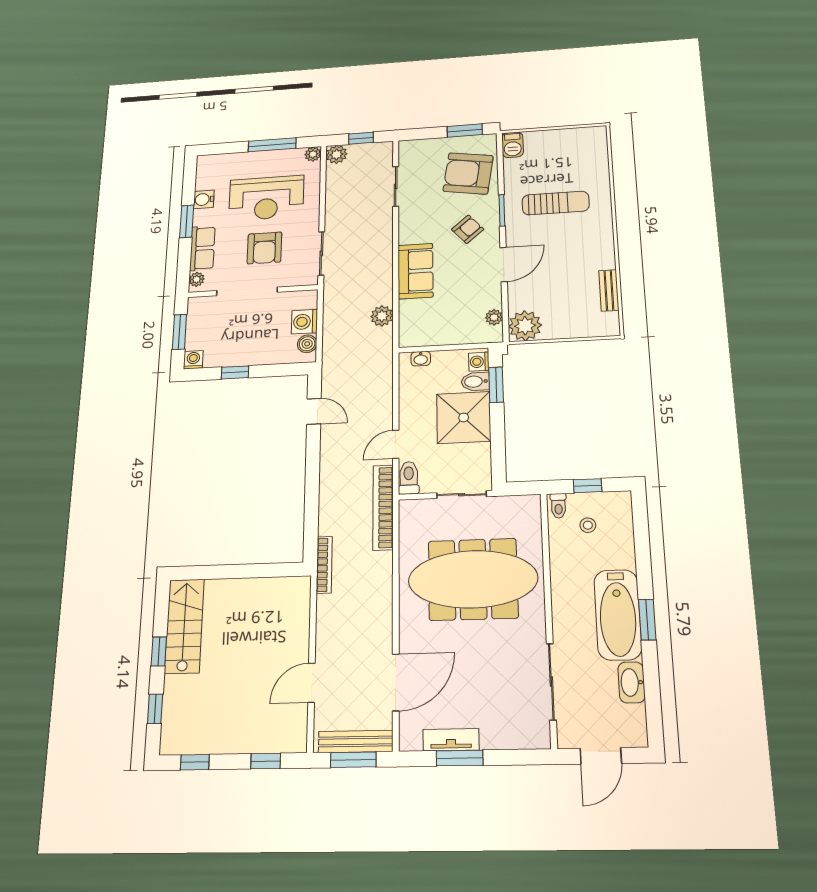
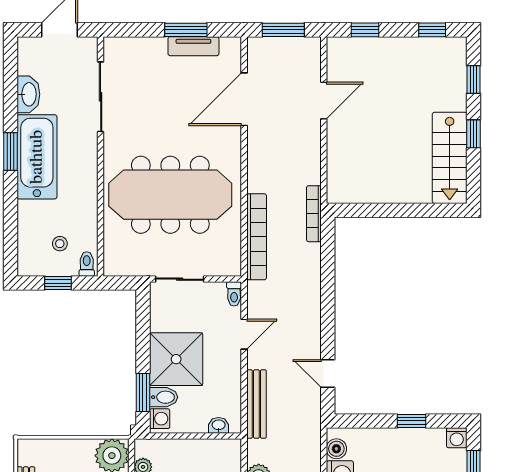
toilet: (409, 478) -> (234, 294), width x0.73, depth x0.72
bookcase: (383, 507) -> (257, 237), moved
bench: (356, 741) -> (256, 404), moved, turned 90

